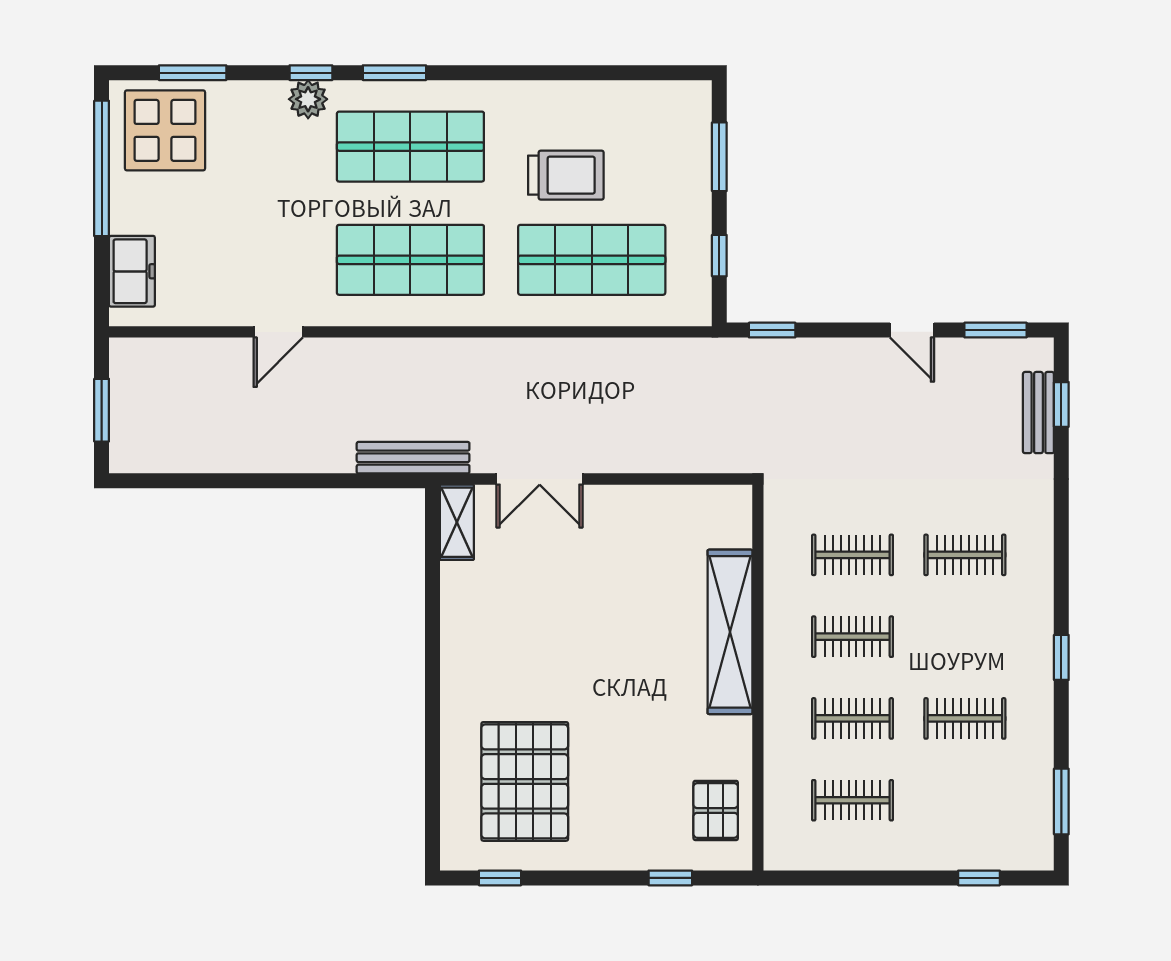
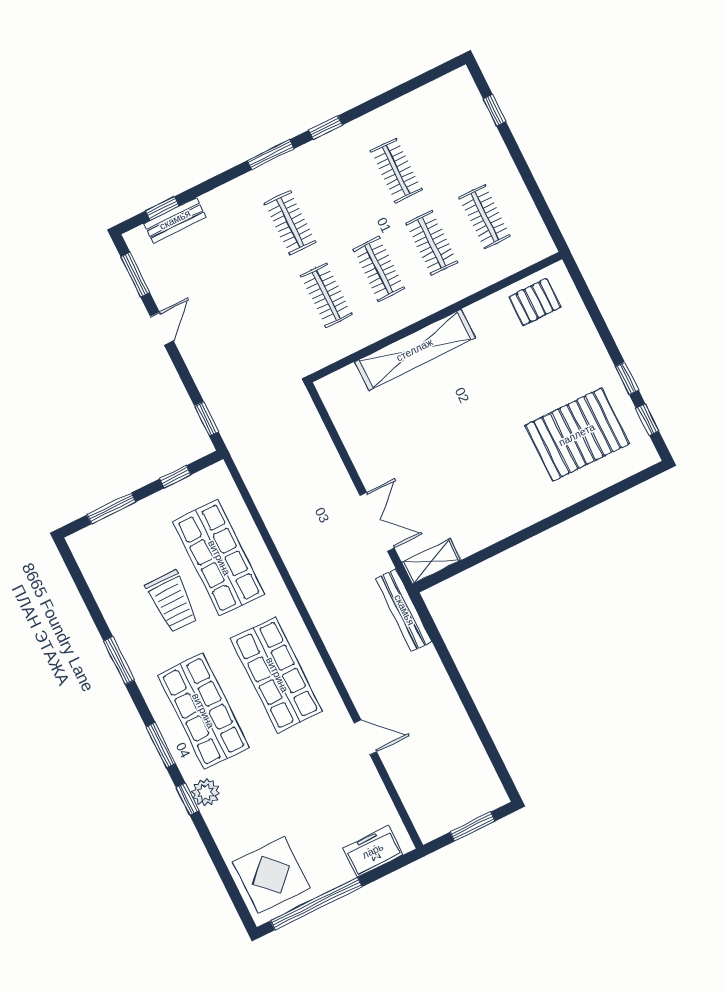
window: (193, 73) -> (119, 660), moved
trolley: (566, 175) -> (172, 602), turned 180
window: (1061, 802) -> (271, 155), moved
window: (670, 878) -> (627, 378), moved

